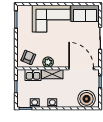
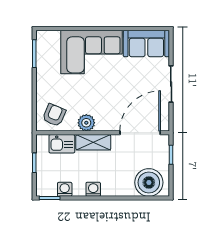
door: (81, 68) -> (140, 133), hinge flipped

